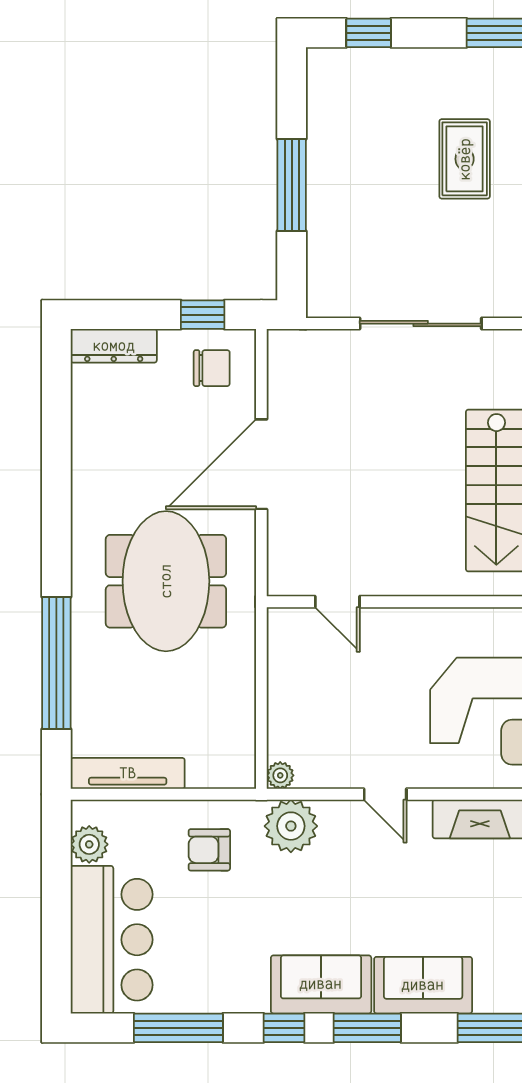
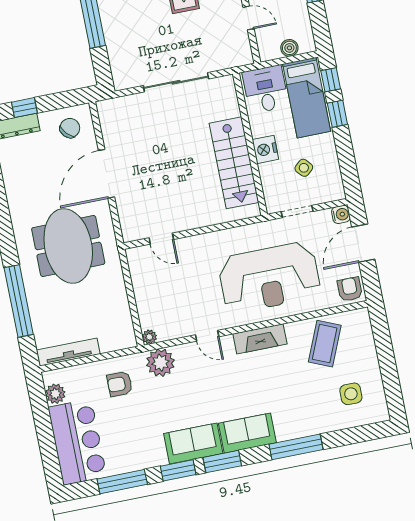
window: (203, 315) -> (24, 108), moved
chair: (212, 368) -> (70, 128), turned -43
window: (284, 1028) -> (178, 470), width x1.50

